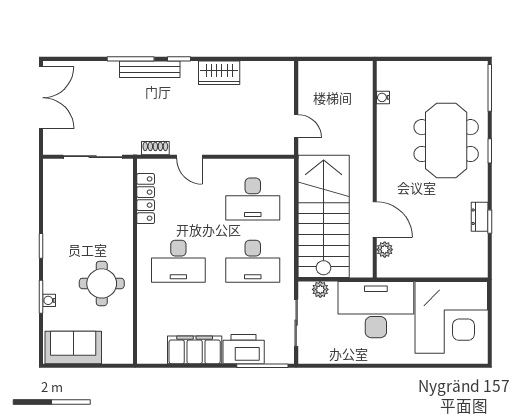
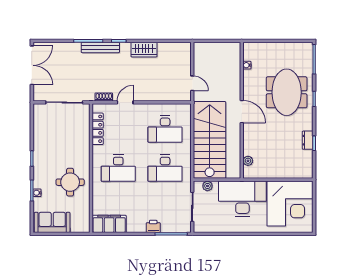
door: (189, 157) -> (125, 102), swing flipped
door: (375, 220) -> (242, 112), moved
printer: (244, 349) -> (153, 226), width x0.53, depth x0.68
filing cabinet: (195, 350) -> (109, 224), moved

